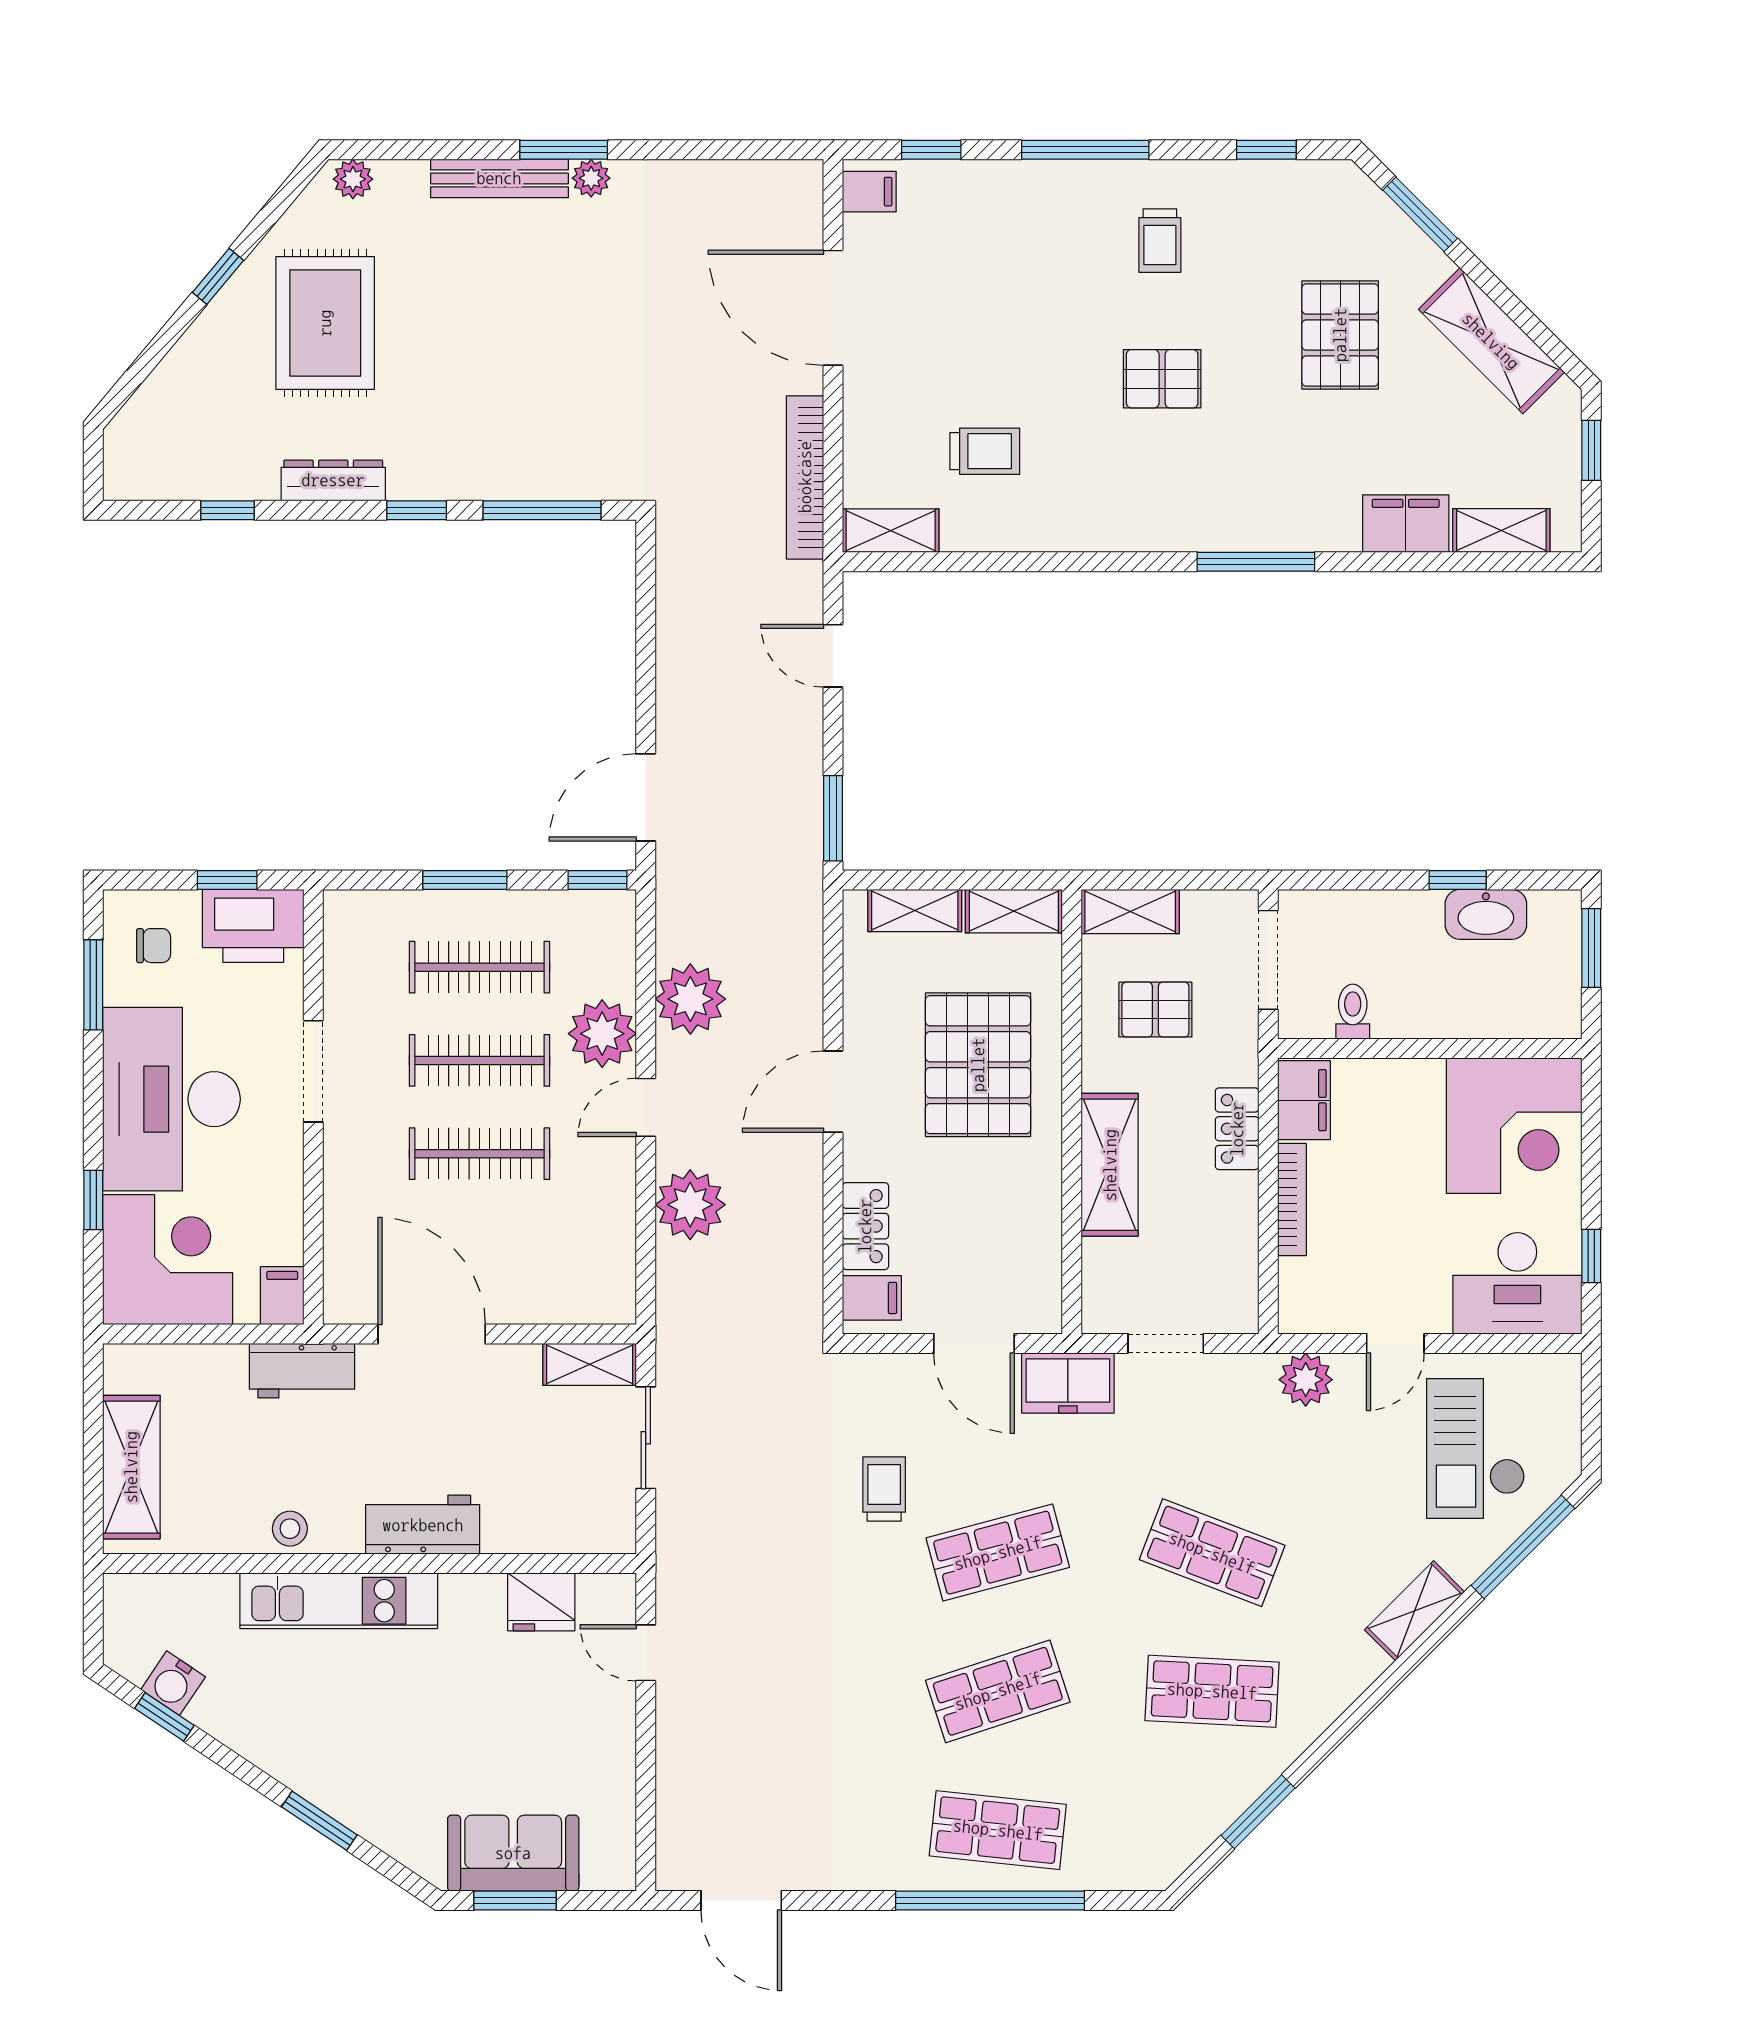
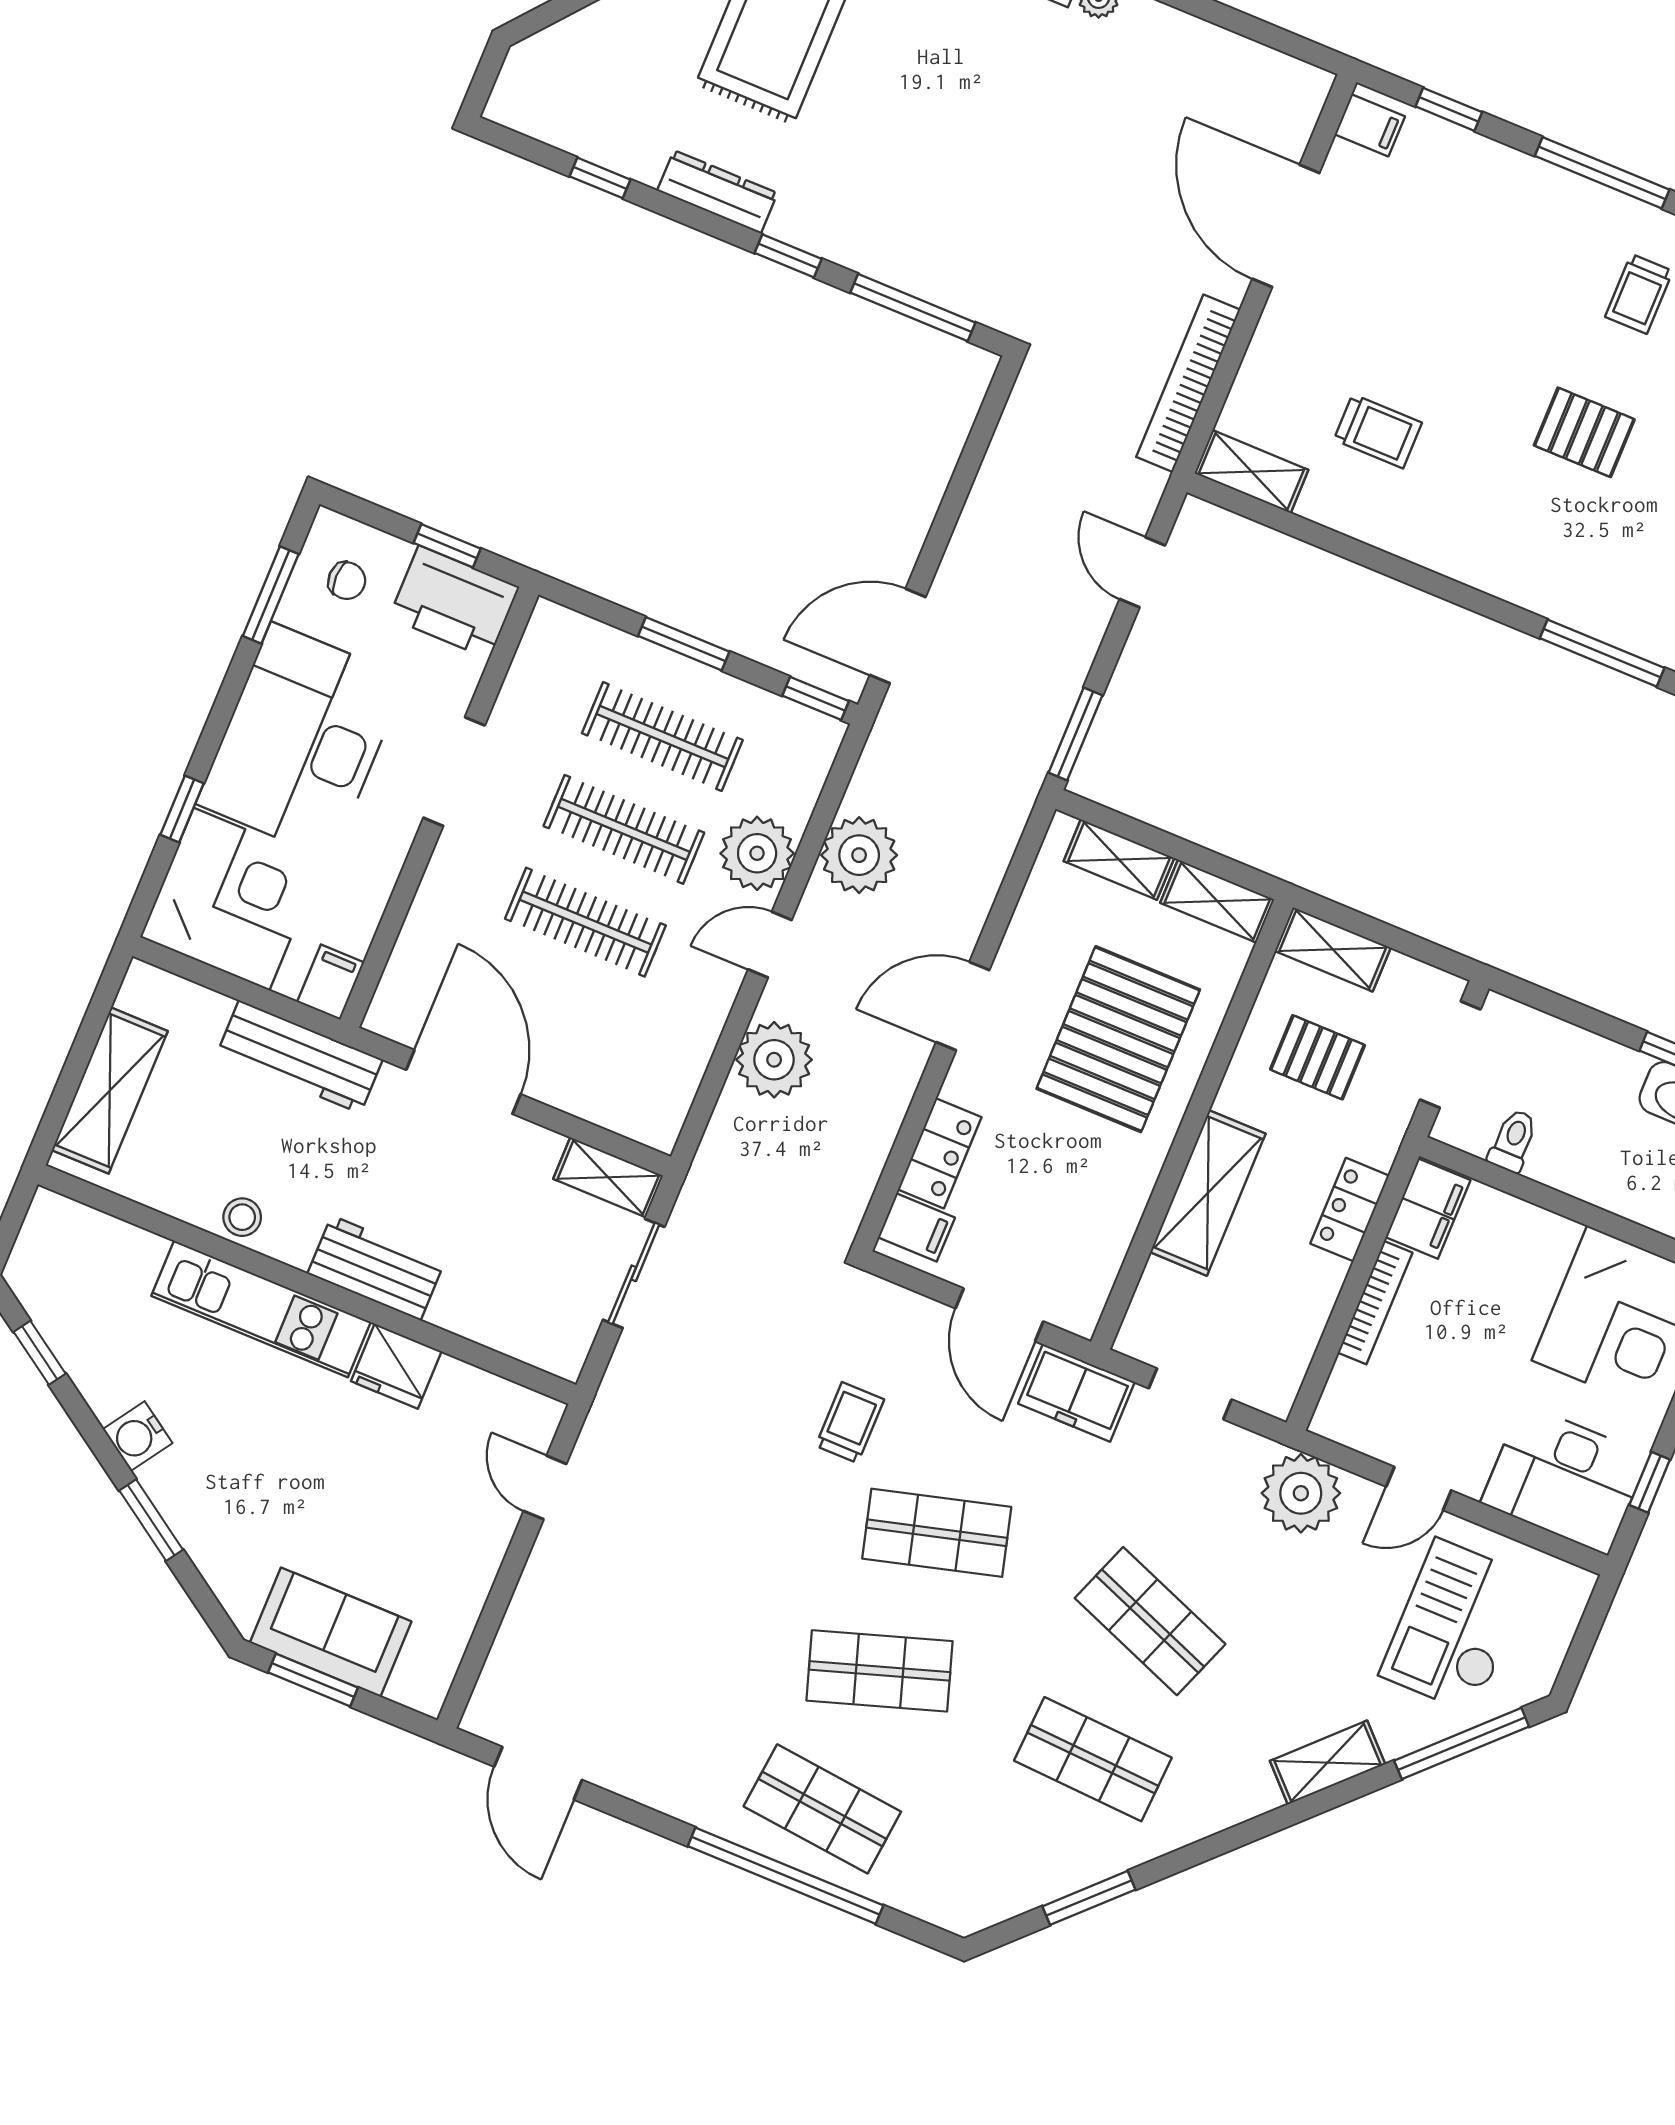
workbench: (302, 1371) -> (300, 1057), width x1.37
plant: (1306, 1380) -> (1301, 1493), width x1.36, depth x1.36
fridge: (541, 1602) -> (396, 1366), moved
water cooler: (173, 1683) -> (138, 1436), moved

